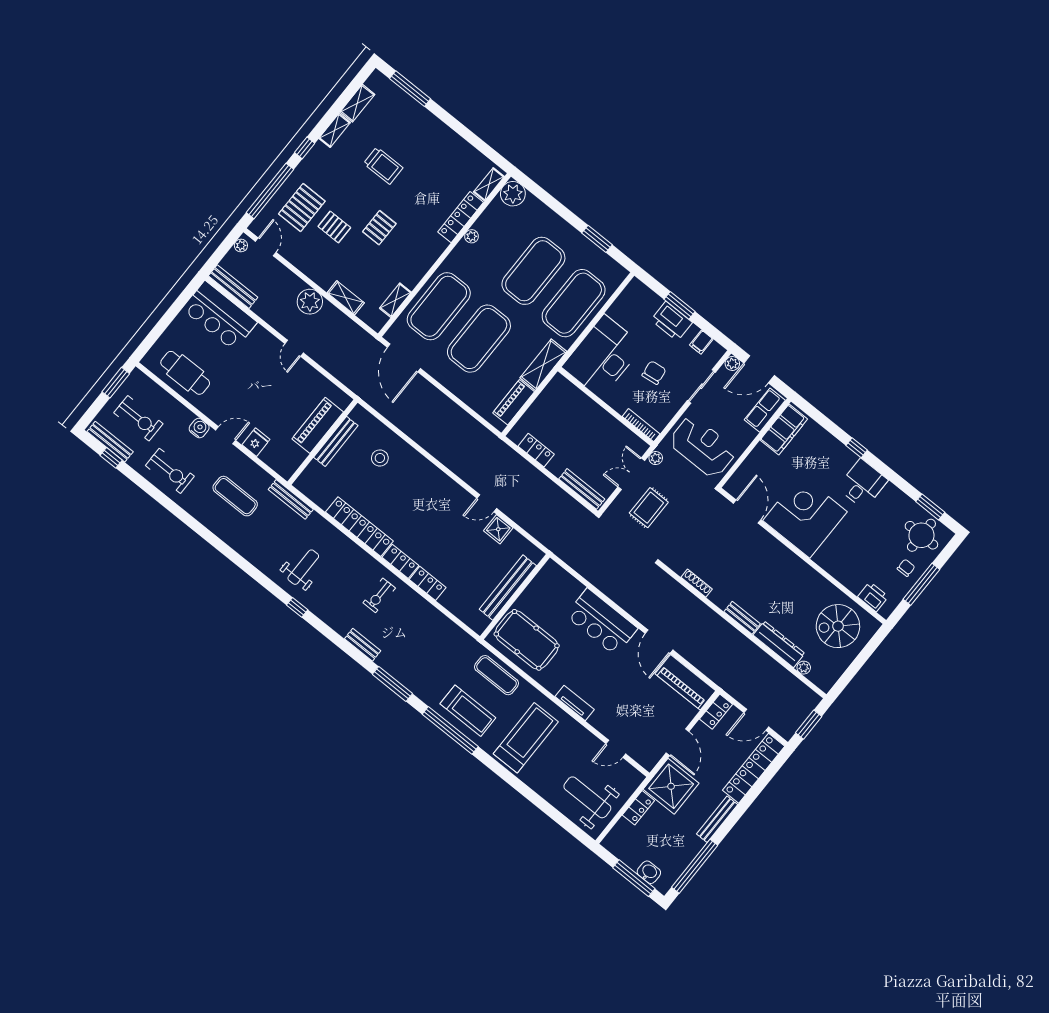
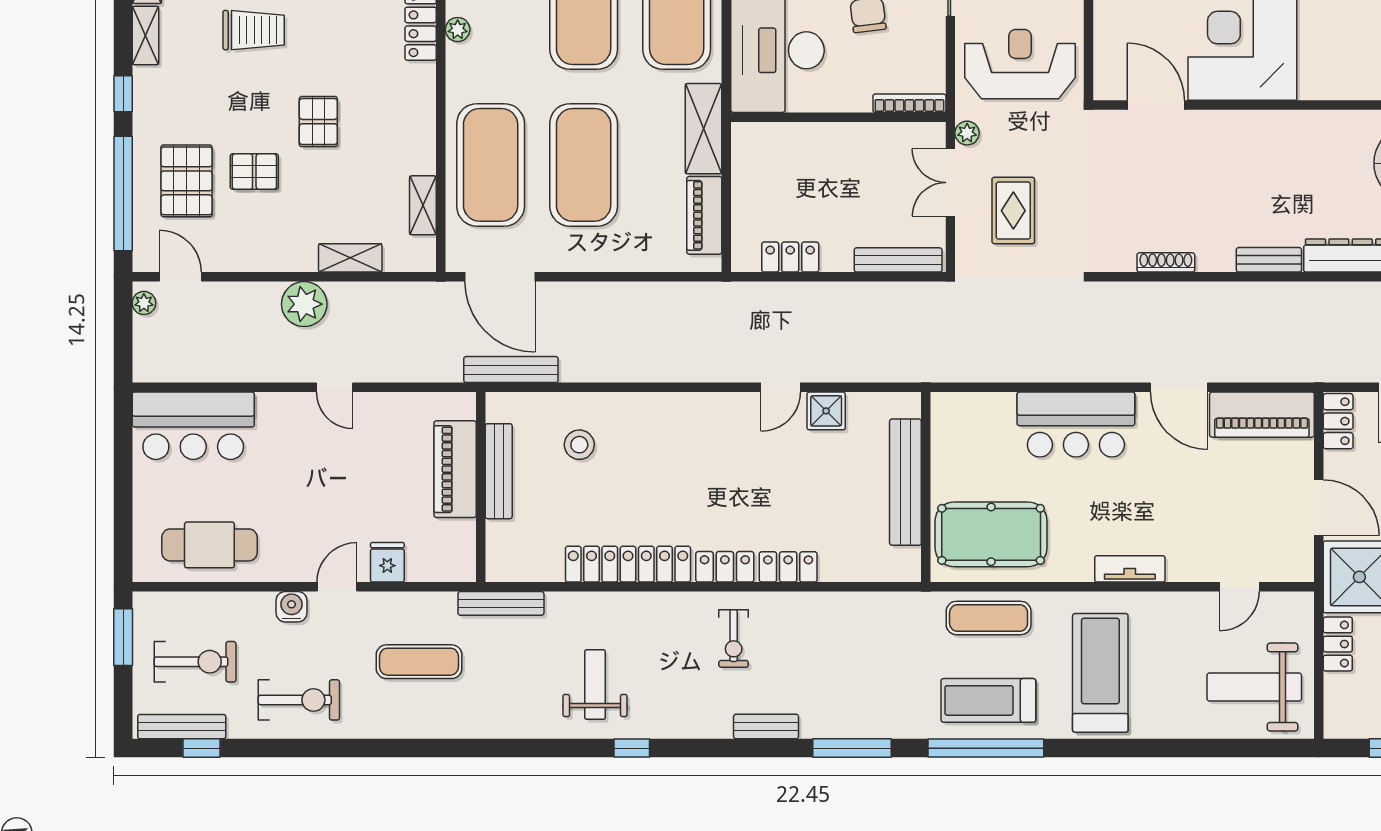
bench: (233, 287) -> (511, 370), moved
treadmill: (468, 711) -> (988, 700), turned 180

